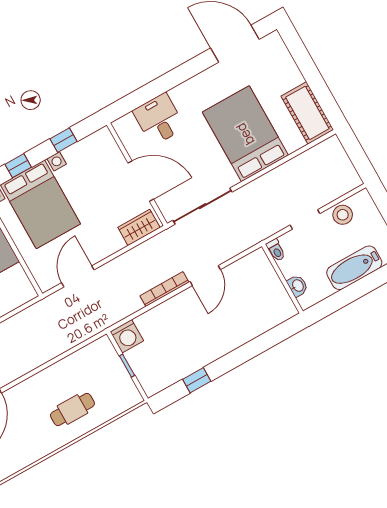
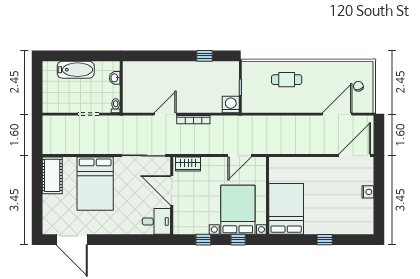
desk: (159, 119) -> (156, 221), moved, turned -90
stool: (343, 215) -> (65, 104), removed

